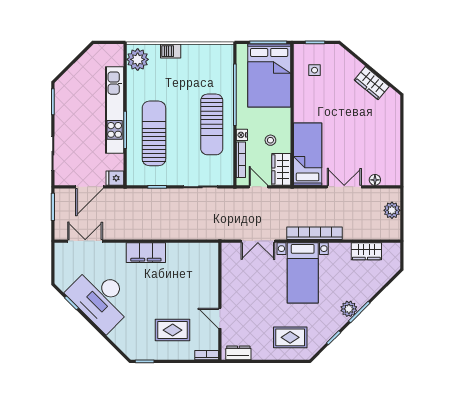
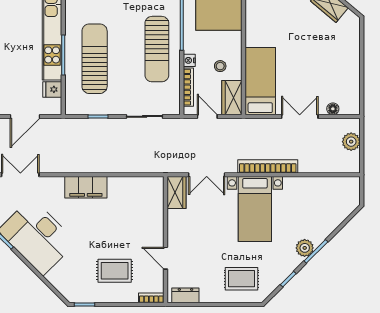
fridge: (115, 178) -> (52, 89), moved
wardrobe: (366, 251) -> (177, 193), moved, turned -90

